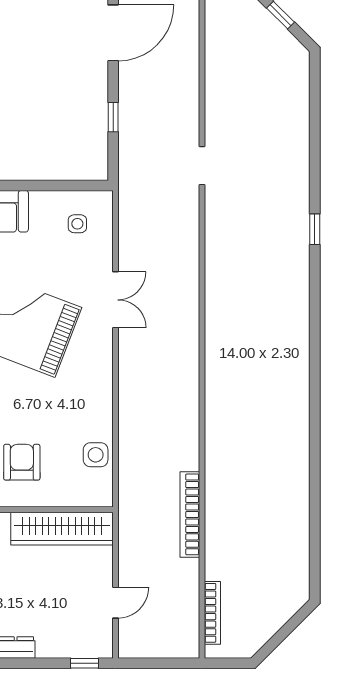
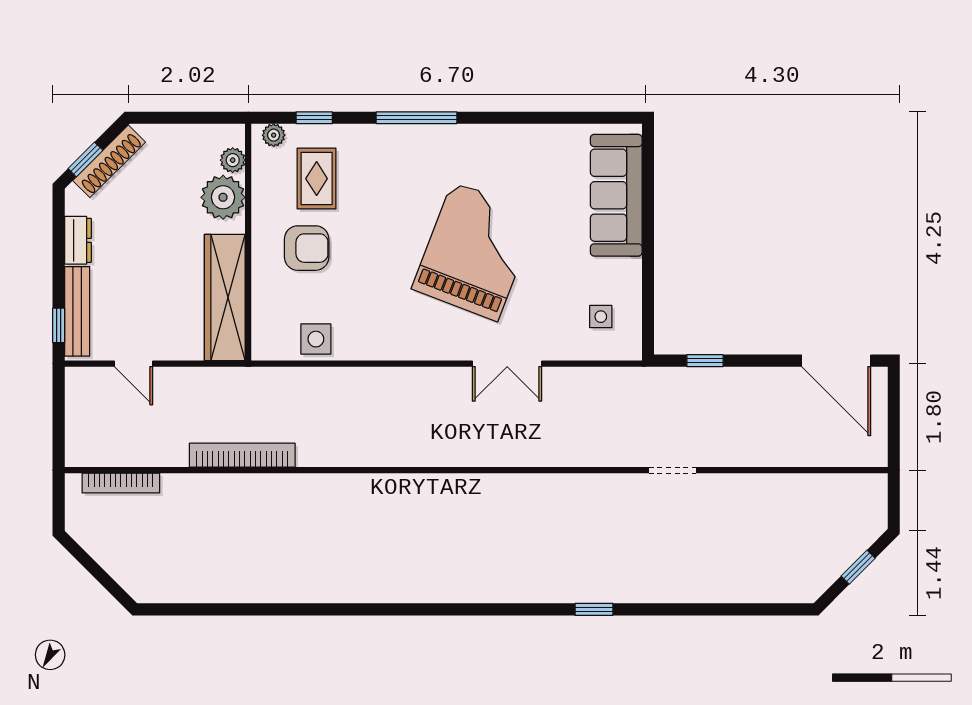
window: (113, 117) -> (705, 361), moved
bench: (73, 648) -> (77, 311), added

